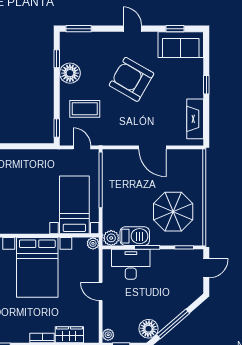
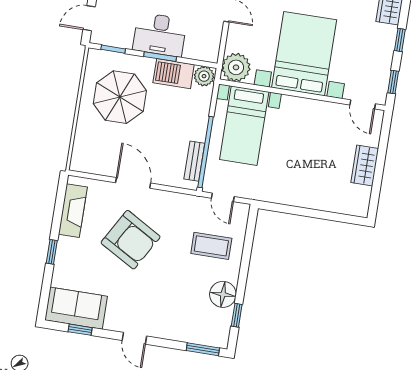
armchair: (132, 79) -> (131, 240), moved
window: (57, 128) -> (251, 227), removed
bench: (108, 172) -> (194, 161), added
plant: (93, 243) -> (236, 67), width x1.88, depth x1.88
desk: (131, 264) -> (160, 35), moved

